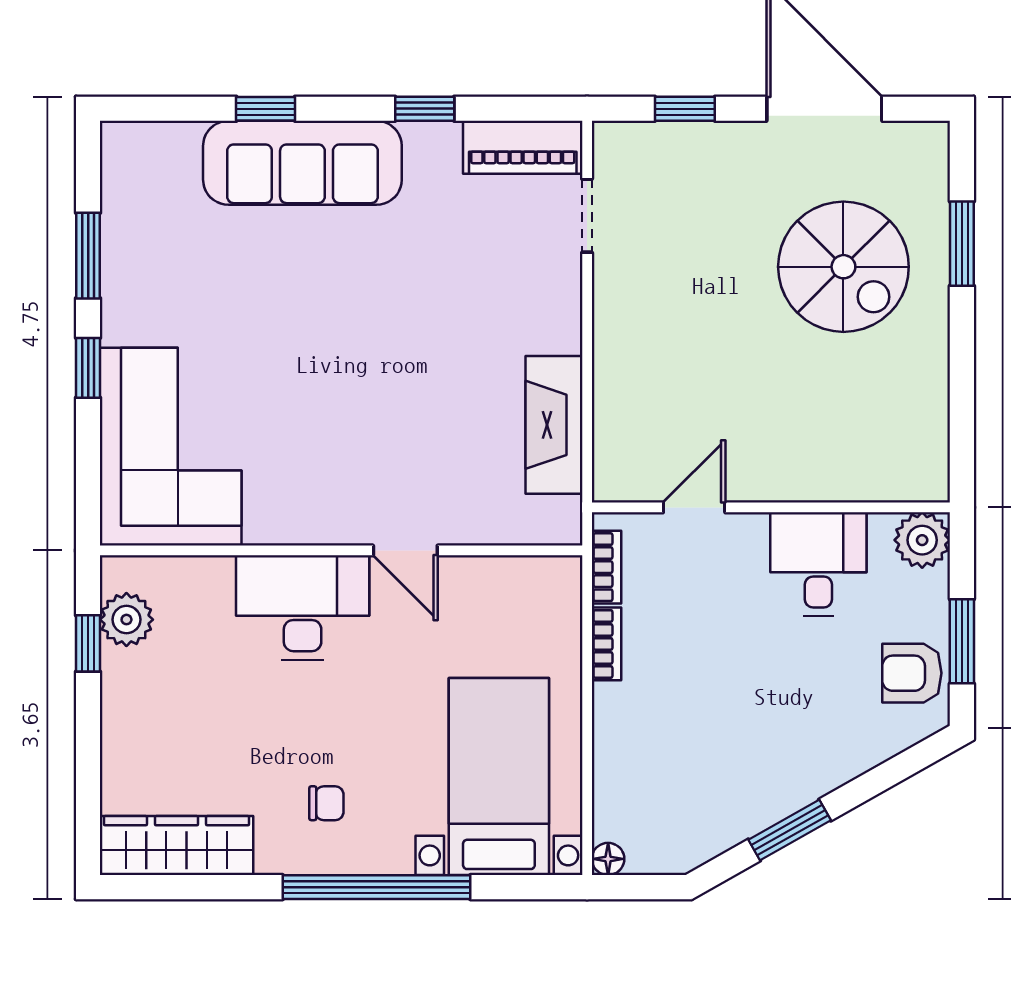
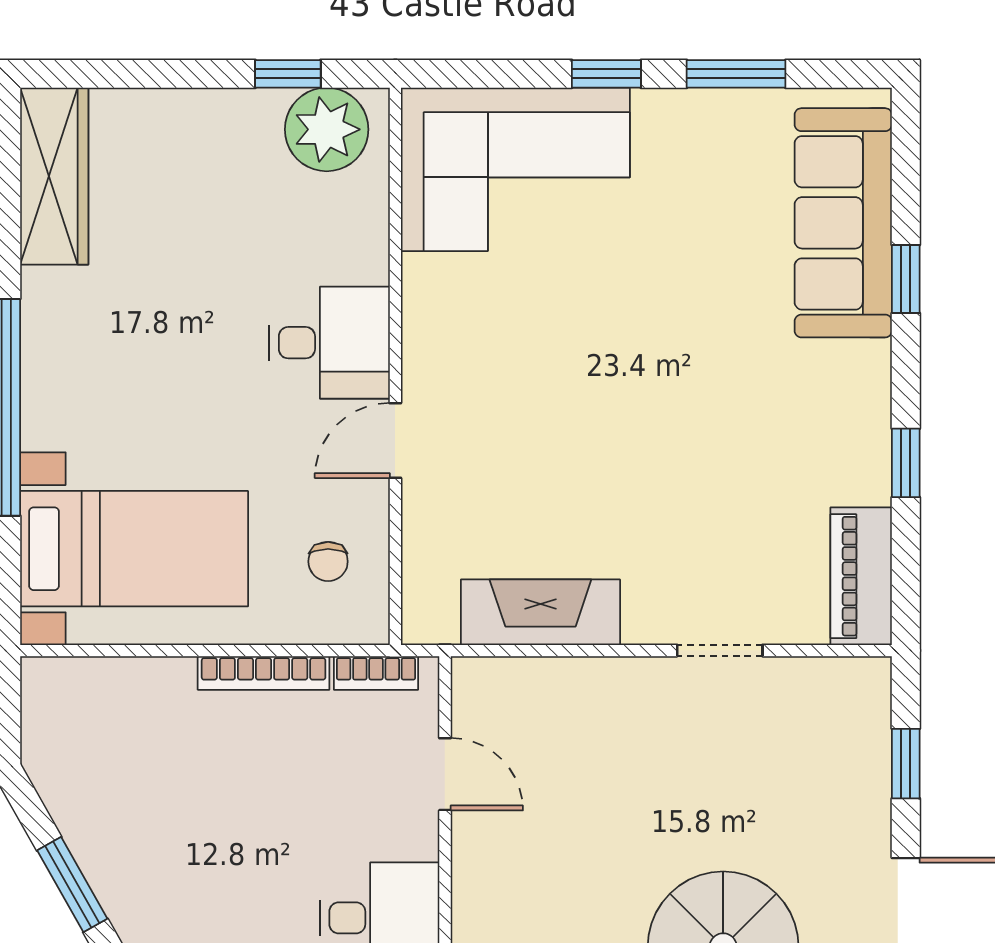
sofa: (302, 163) -> (843, 223), moved
doorway: (587, 216) -> (720, 651), moved
desk: (303, 607) -> (329, 343), width x0.73
plant: (126, 620) -> (327, 129), width x1.36, depth x1.36
bookcase: (606, 644) -> (264, 673), width x1.56
chair: (326, 803) -> (328, 561), moved
floor lamp: (608, 859) -> (39, 675), removed

